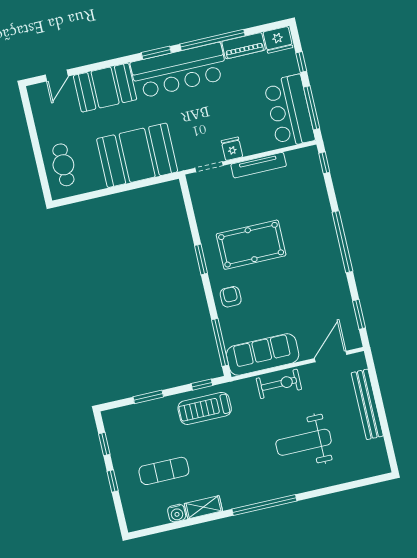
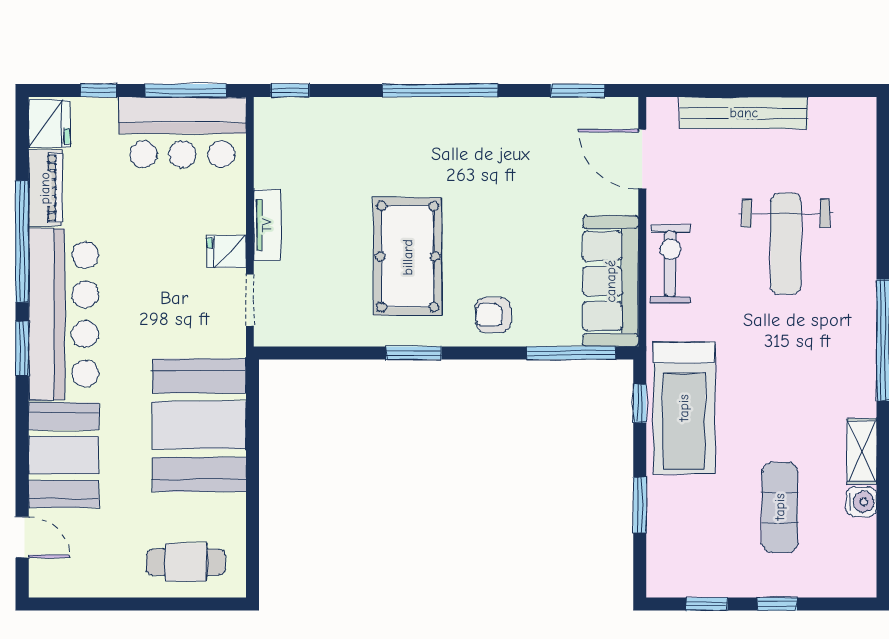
tv unit: (259, 165) -> (267, 225), width x0.71
treadmill: (205, 408) -> (684, 408), width x1.37, depth x1.38

